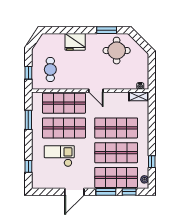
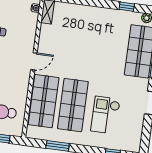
shop shelf: (116, 128) -> (81, 43), removed
shop shelf: (116, 153) -> (110, 47), removed

